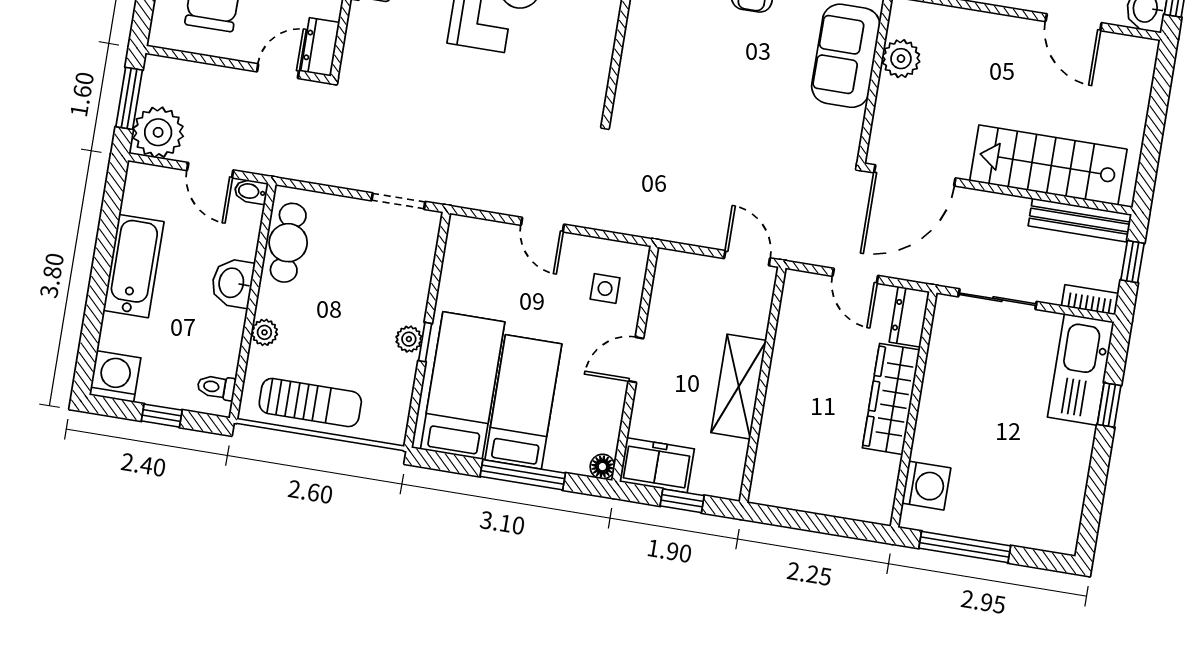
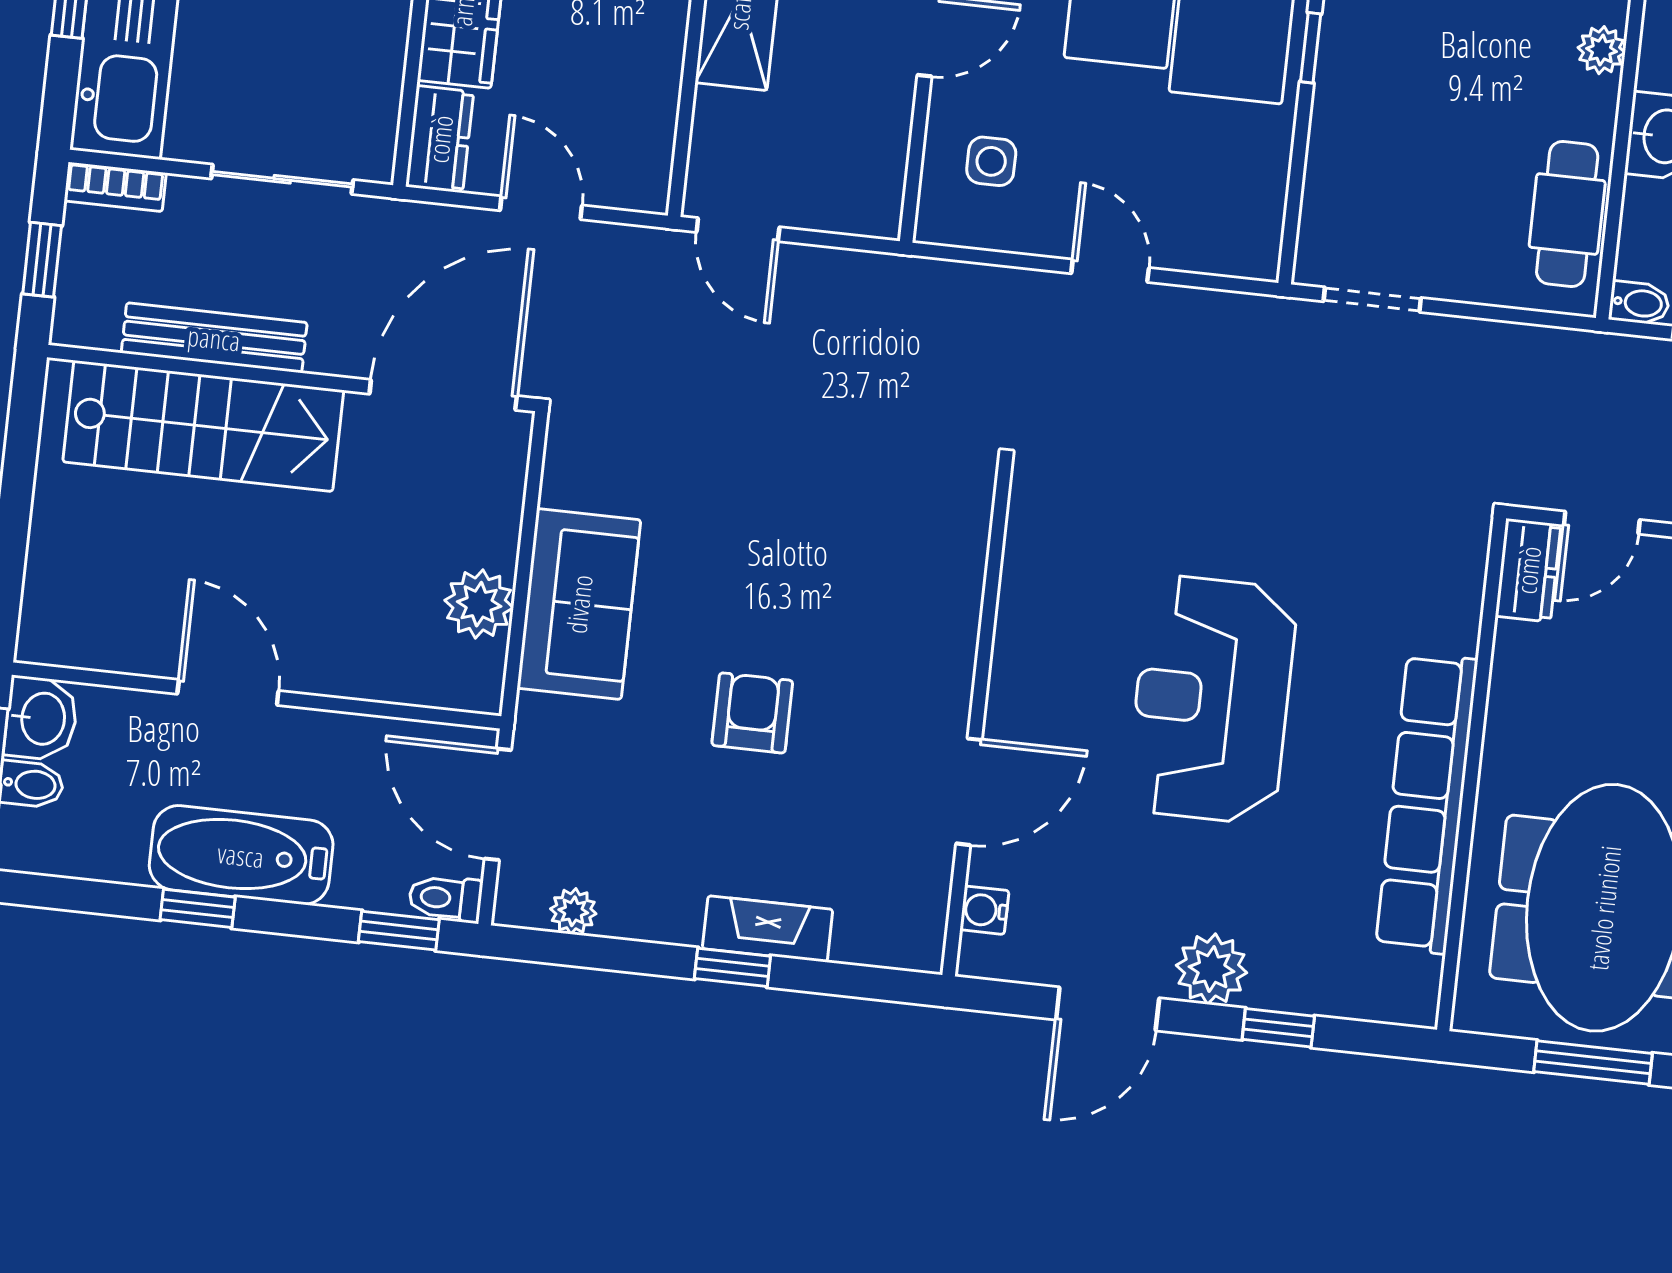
door: (1074, 22) -> (228, 692), moved
bench: (1080, 220) -> (214, 338), moved
plant: (409, 339) -> (1340, 52), removed

